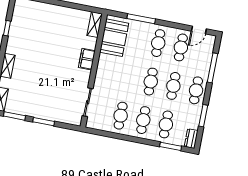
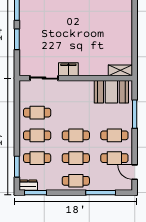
filing cabinet: (87, 59) -> (68, 69), moved
window: (203, 116) -> (36, 193), moved

